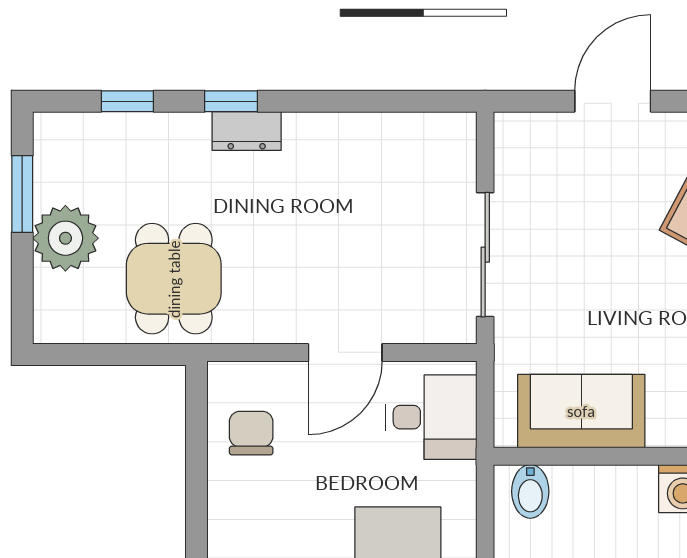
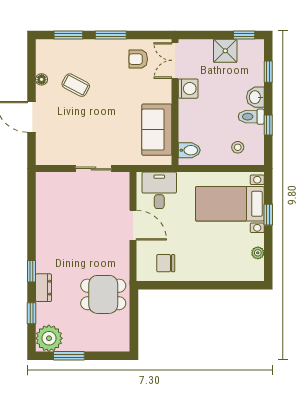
dresser: (247, 131) -> (44, 288), moved
plant: (65, 238) -> (49, 338), moved
sliding door: (485, 255) -> (94, 169), width x0.73

